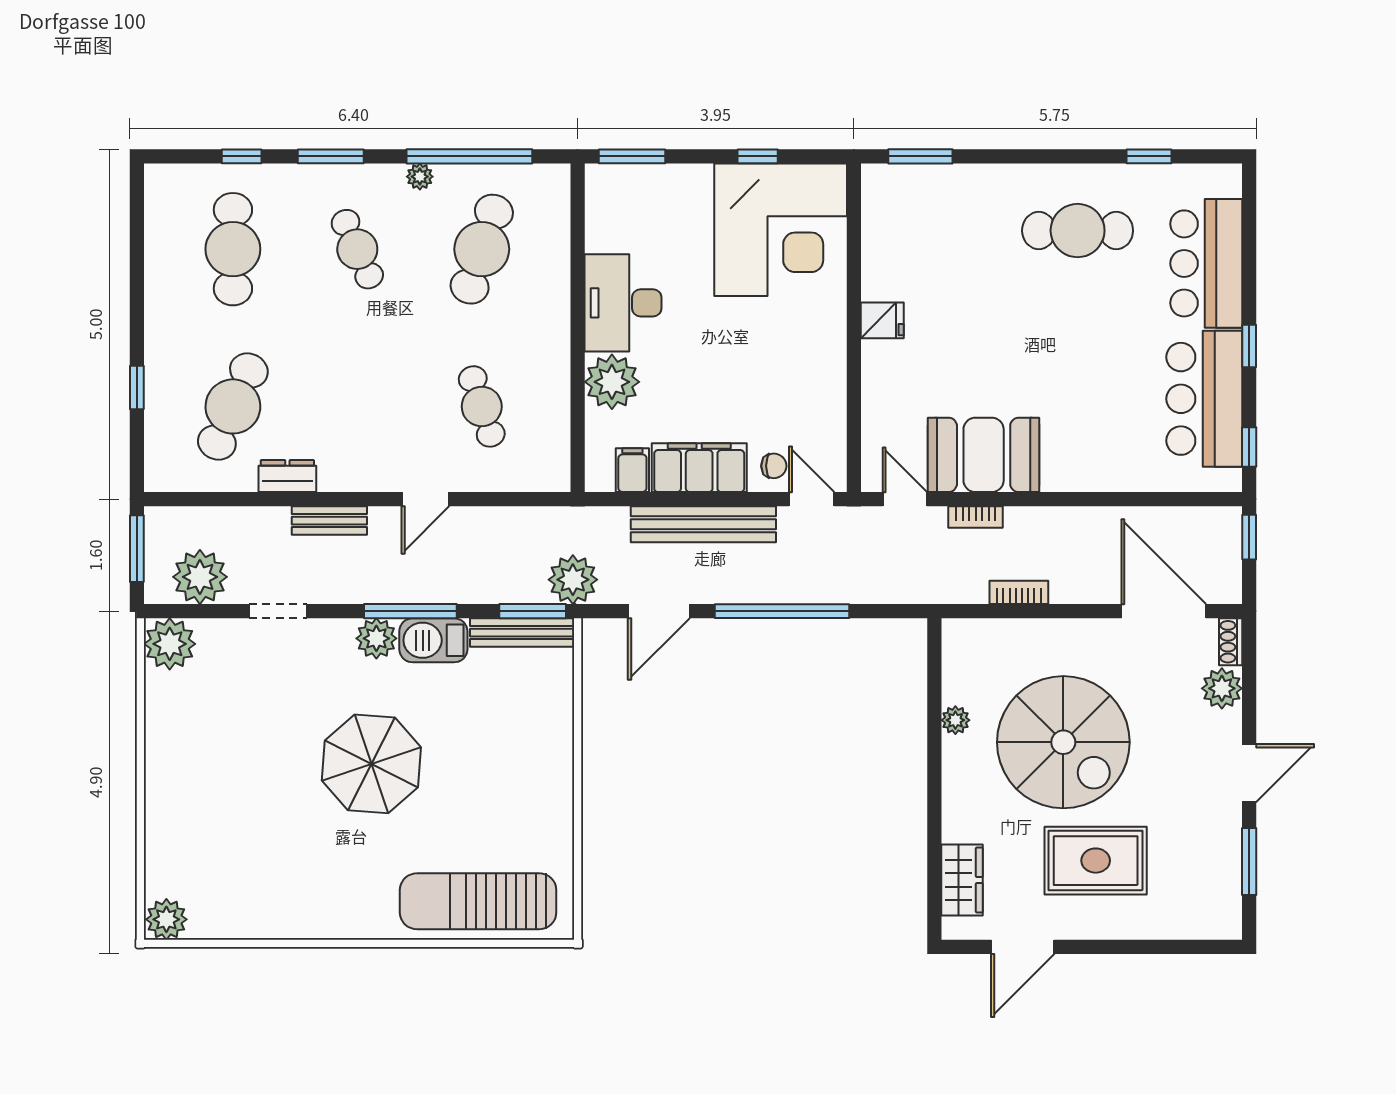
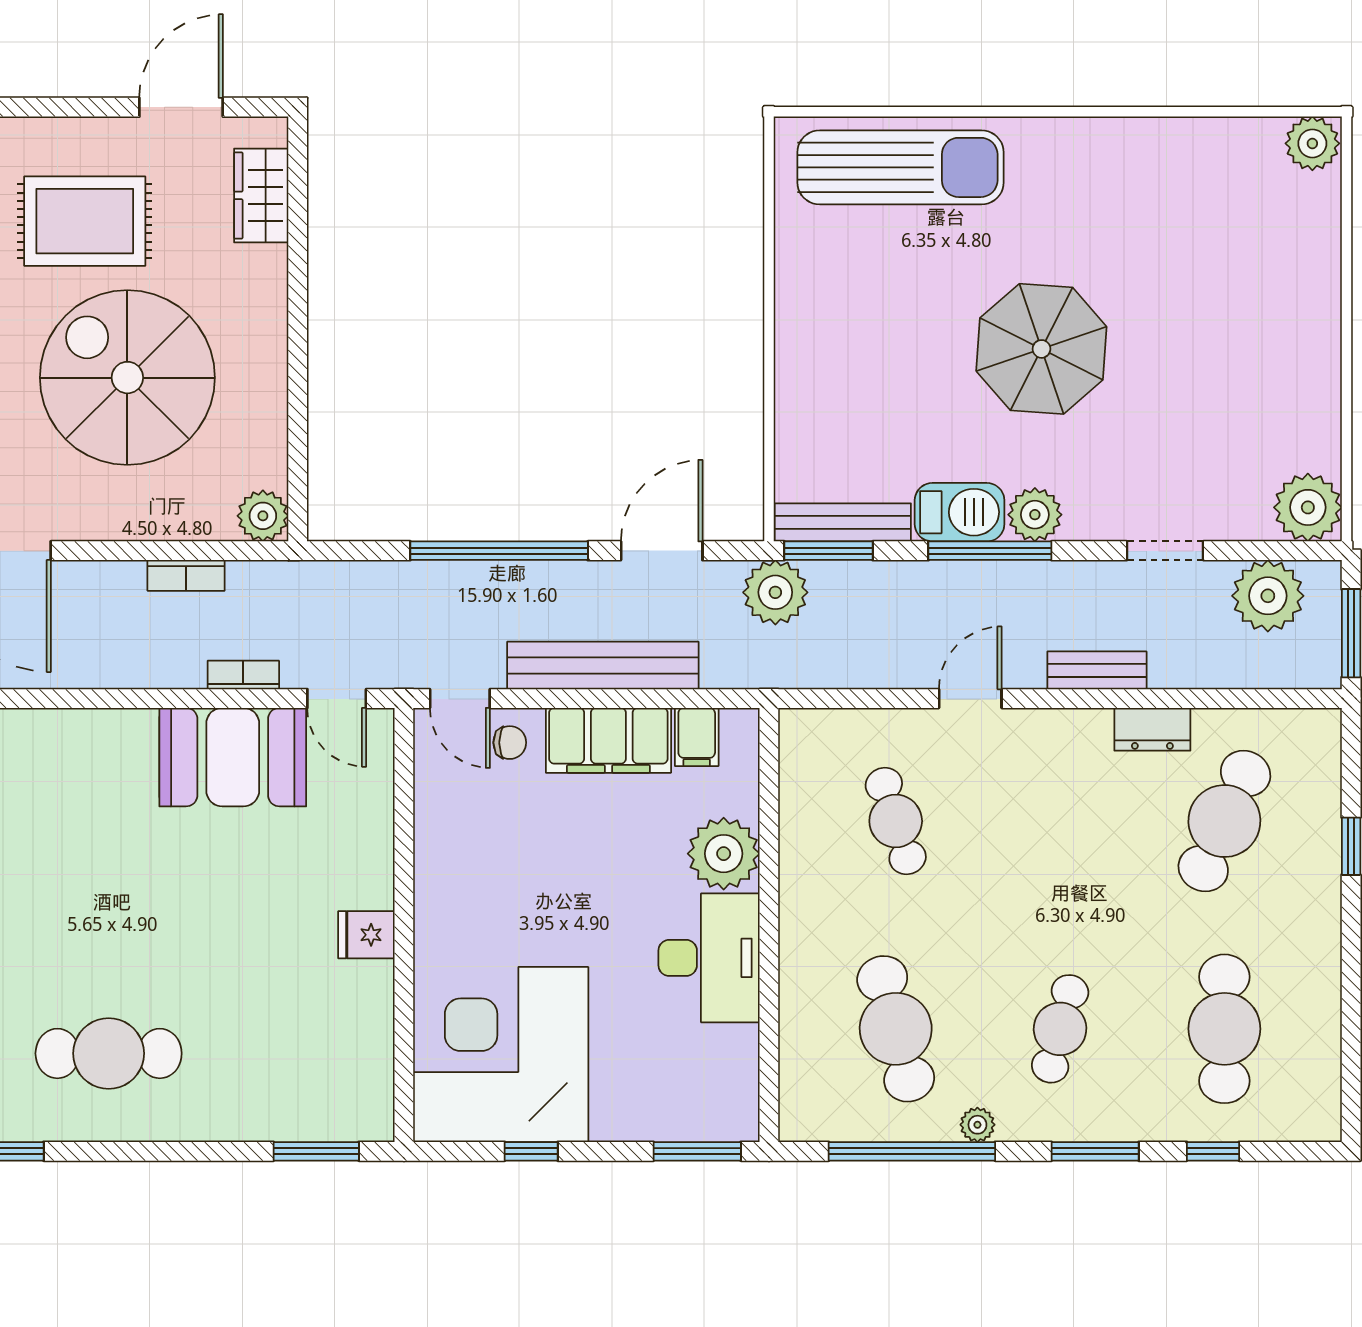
cafe table: (357, 249) -> (1060, 1029), turned 39
cafe table: (482, 249) -> (896, 1029), turned -33
chair: (774, 466) -> (510, 743), turned 180
plant: (955, 720) -> (263, 516), moved, width x1.38, depth x1.38

